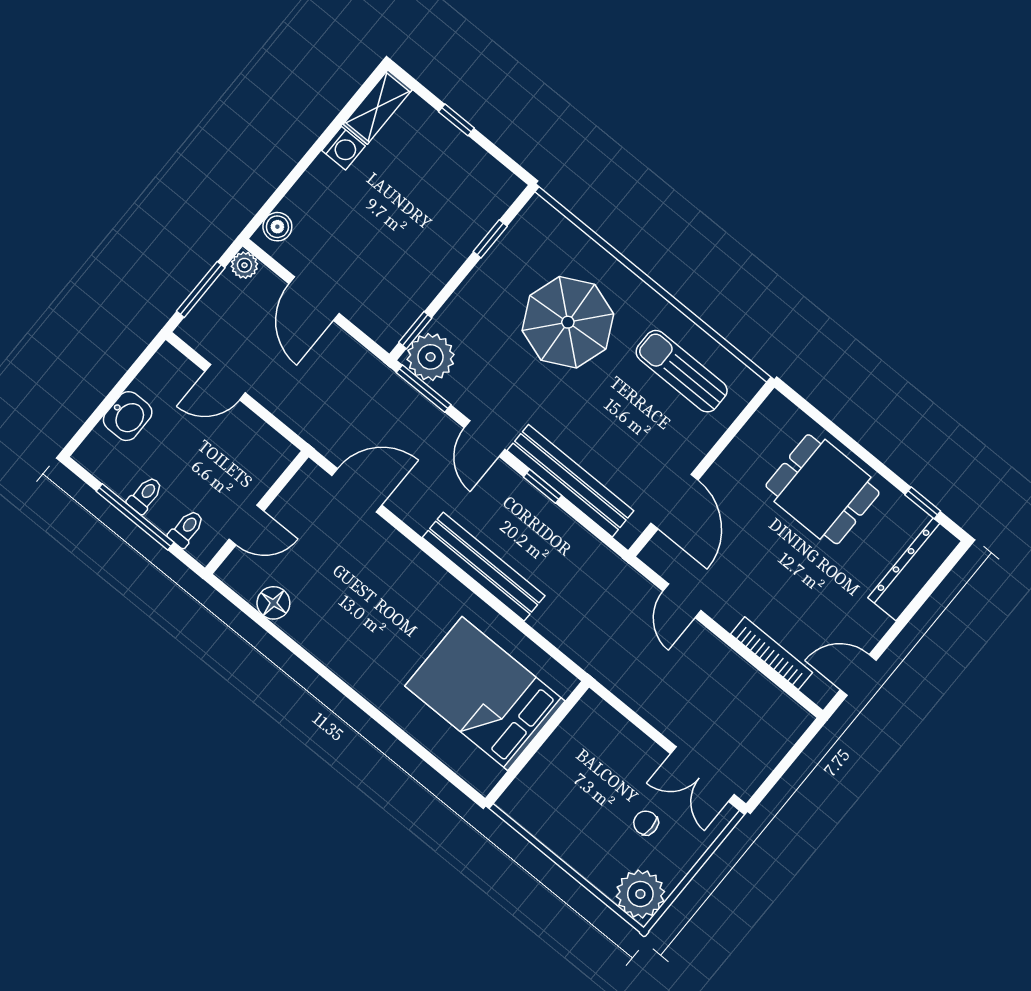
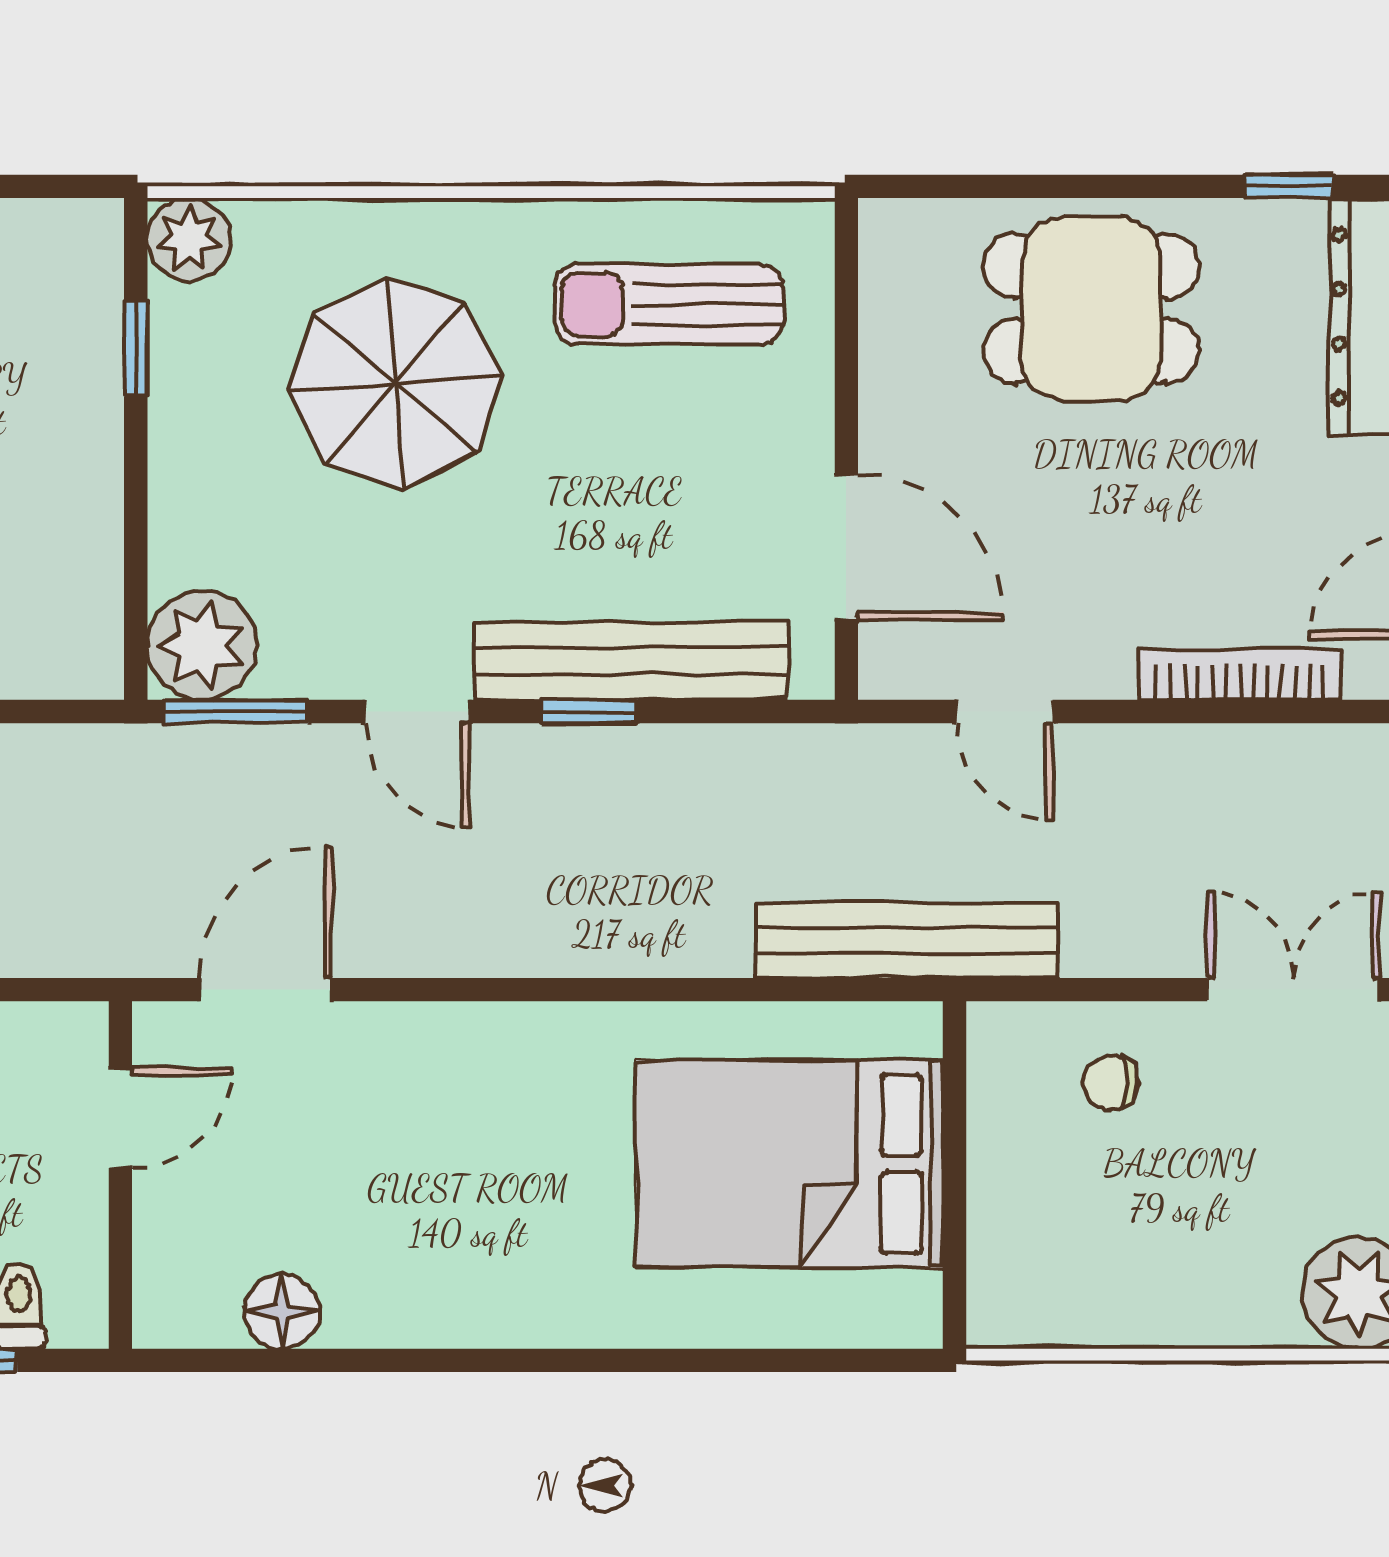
plant: (538, 217) -> (189, 239), added
window: (415, 330) -> (136, 620), removed
door: (246, 525) -> (120, 1118), moved
bench: (484, 567) -> (906, 940), moved
double door: (702, 774) -> (1294, 990), swing flipped
chair: (646, 823) -> (1111, 1083), moved

